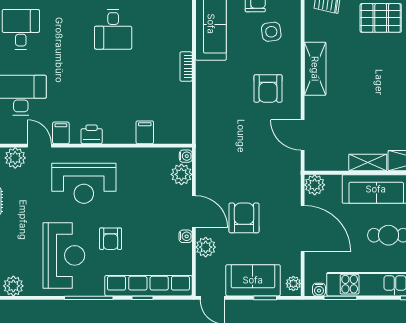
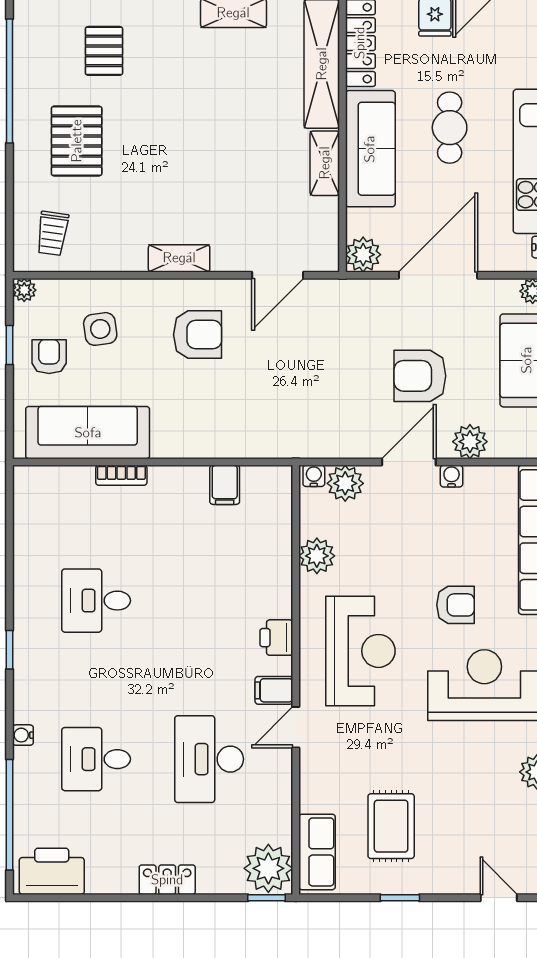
desk: (113, 29) -> (96, 601), turned 180
bookcase: (186, 67) -> (121, 475), moved
shelving: (315, 69) -> (179, 258), width x0.67, depth x0.75
filing cabinet: (145, 132) -> (225, 485), moved, turned -90
plant: (15, 158) -> (317, 556), moved

